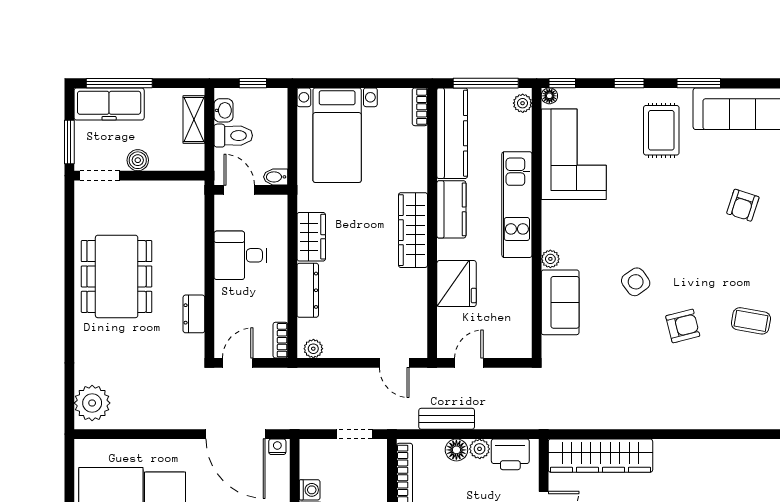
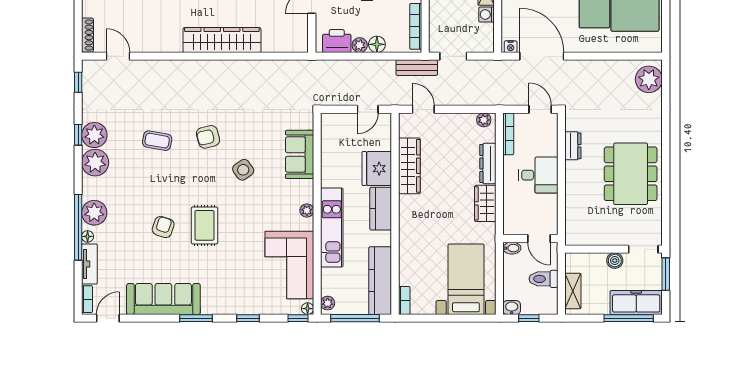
washbasin: (224, 110) -> (512, 308), moved, turned 90
rug: (661, 130) -> (204, 225), moved
kitchen counter: (451, 209) -> (381, 209), moved
wardrobe: (413, 230) -> (409, 166), moved
desk: (240, 255) -> (538, 175), moved
plant: (550, 259) -> (307, 211), moved
bookcase: (280, 340) -> (508, 134), width x1.56
door: (238, 363) -> (540, 109), swing flipped
bench: (447, 419) -> (417, 68), moved
wardrobe: (600, 456) -> (222, 40), moved

